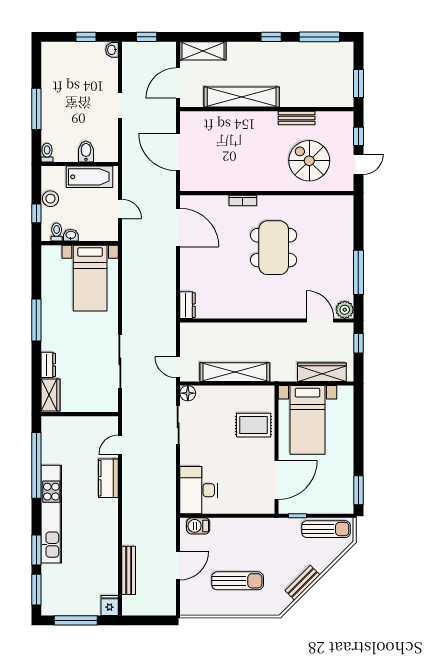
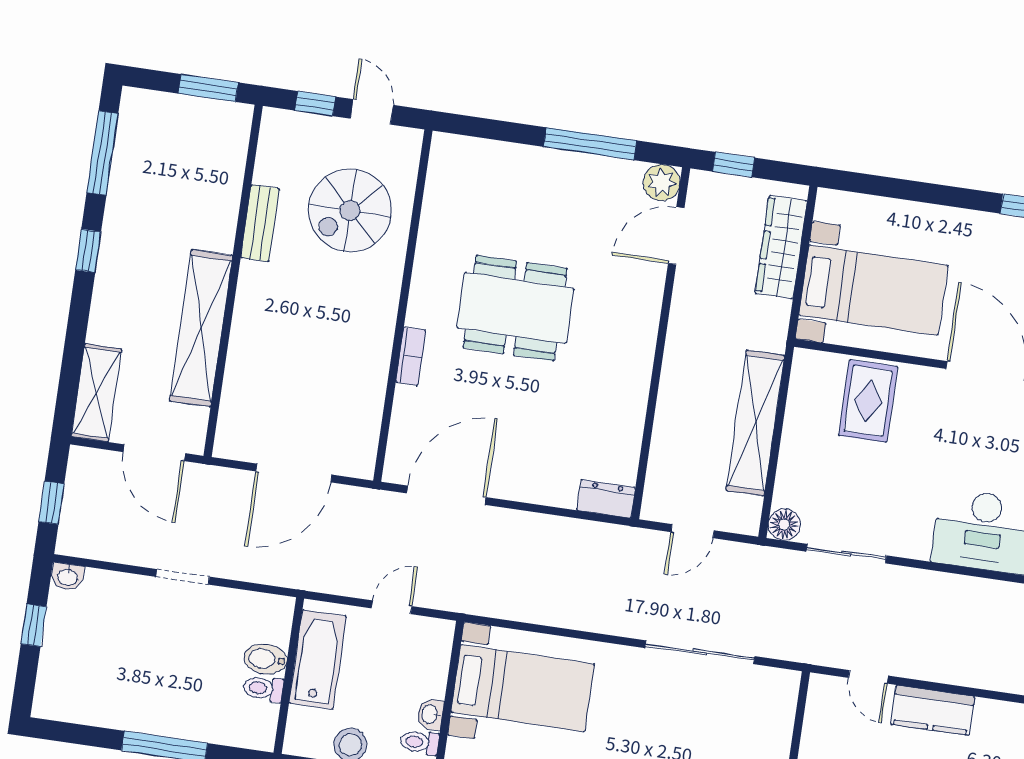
toilet: (47, 153) -> (263, 689), moved
door: (178, 367) -> (693, 531), moved

